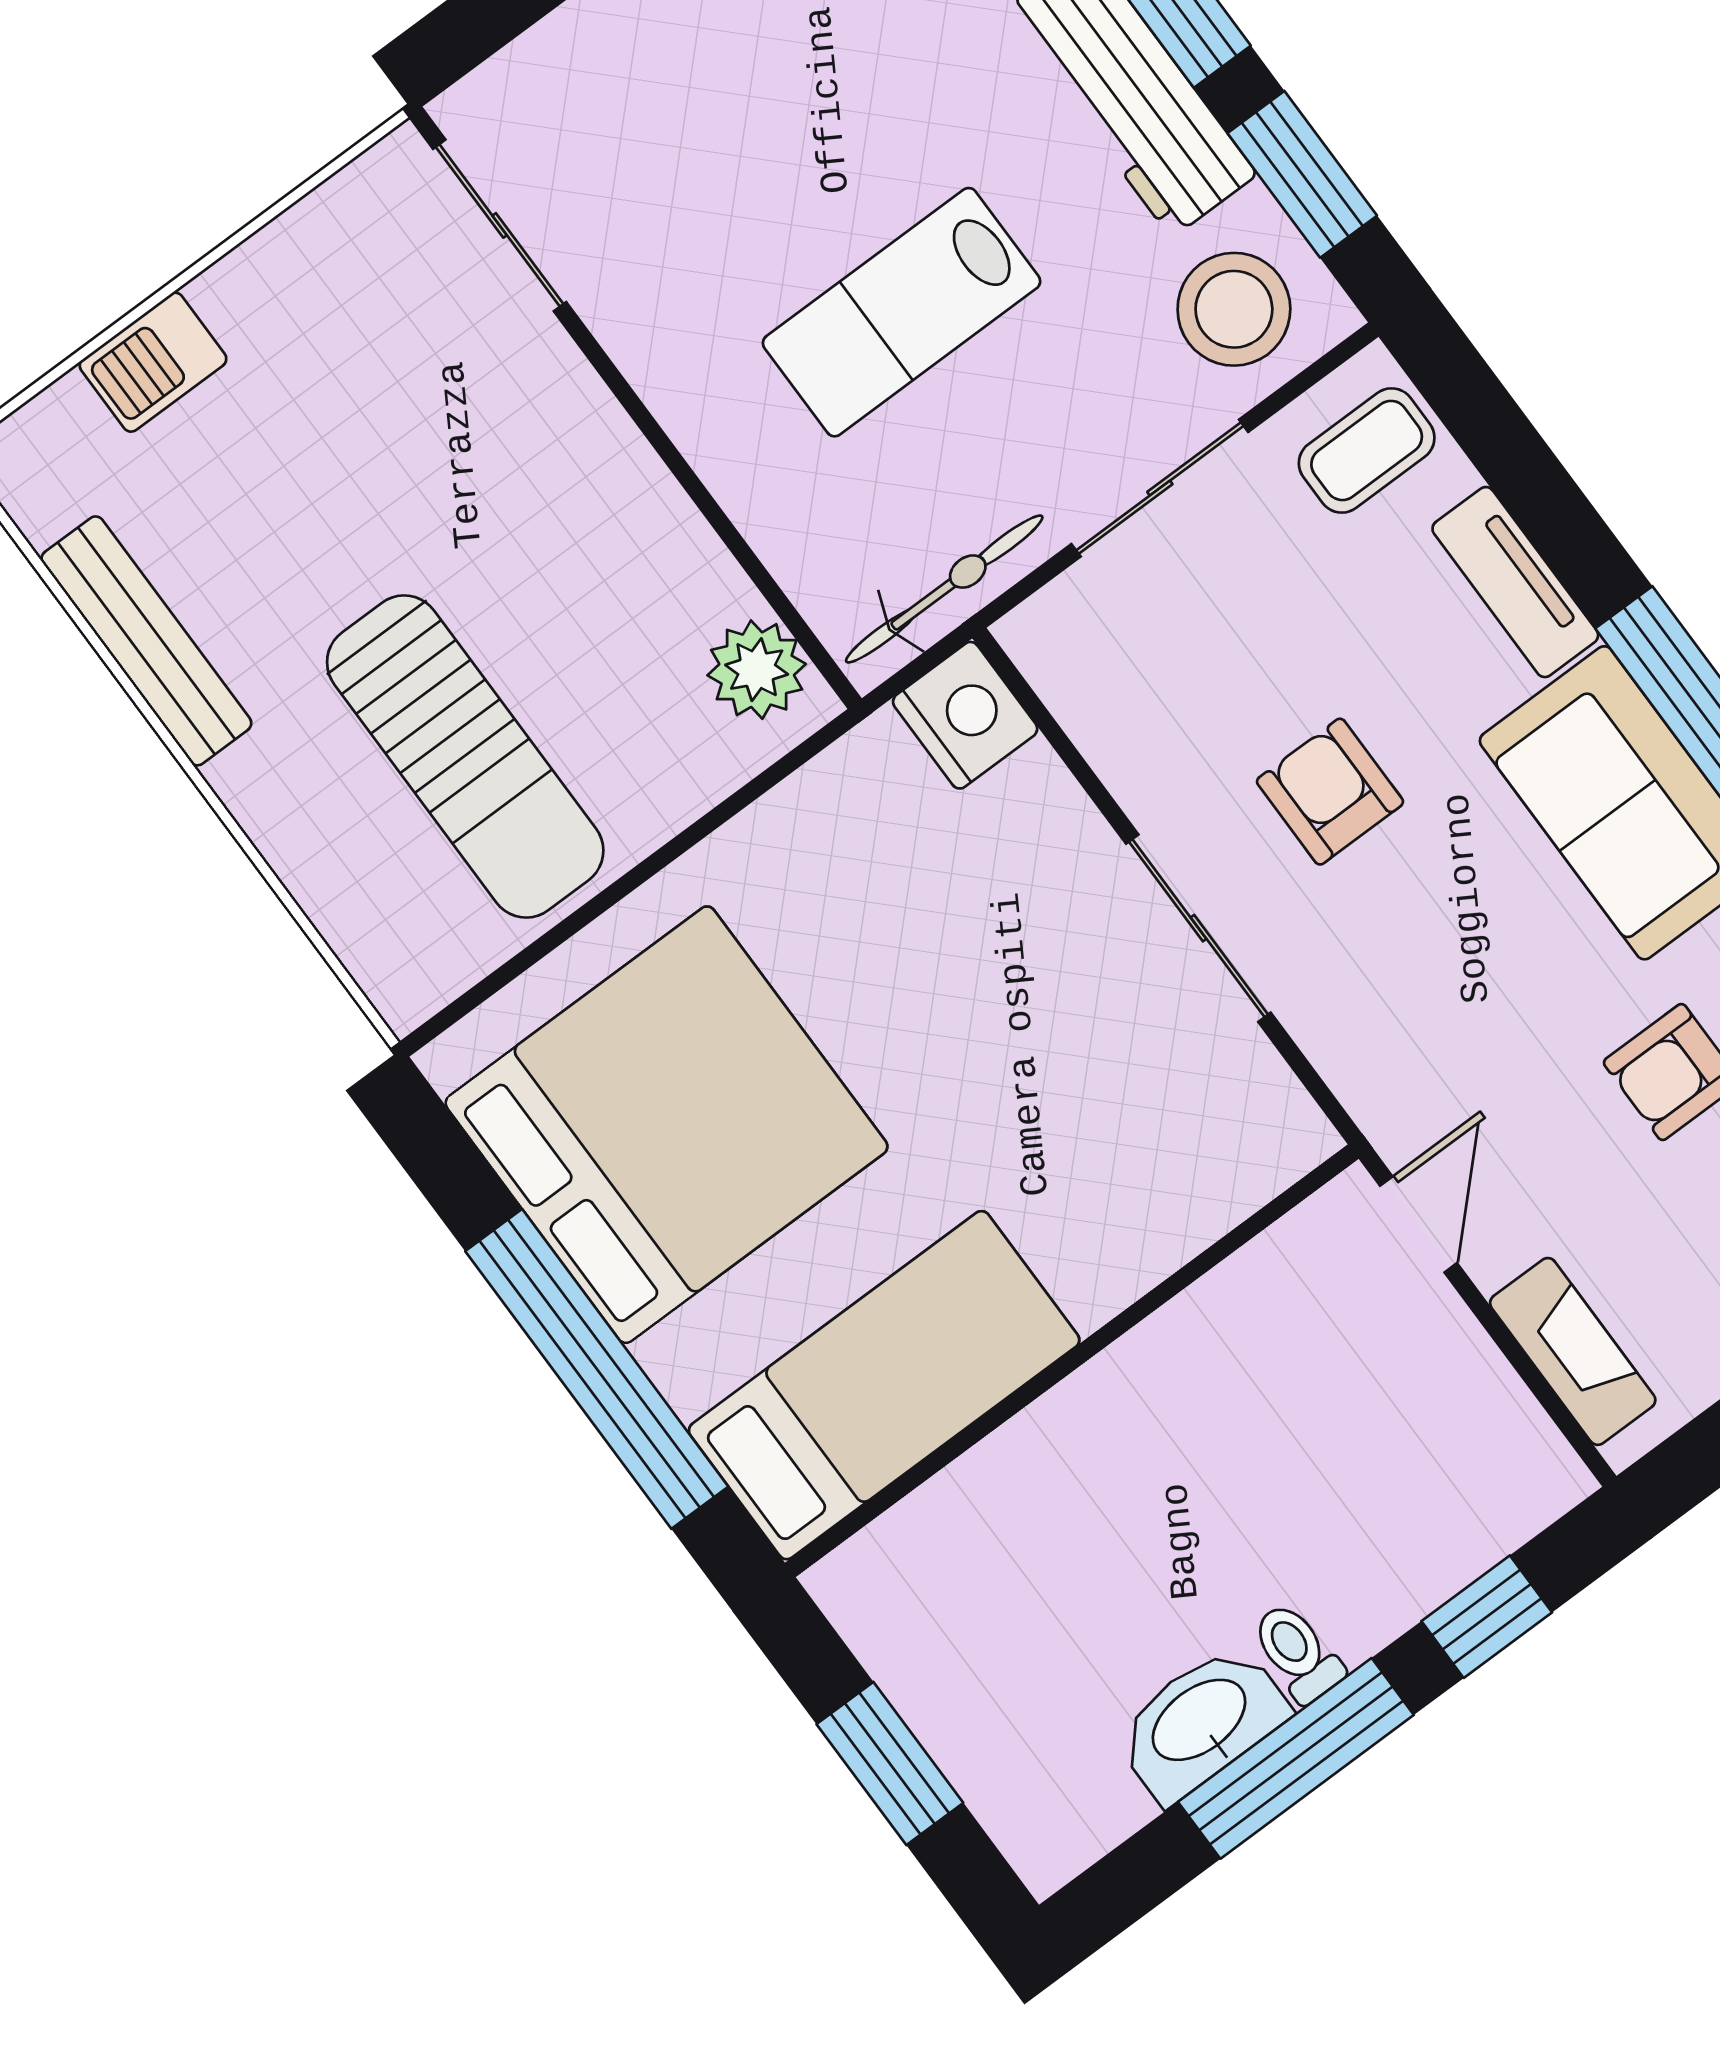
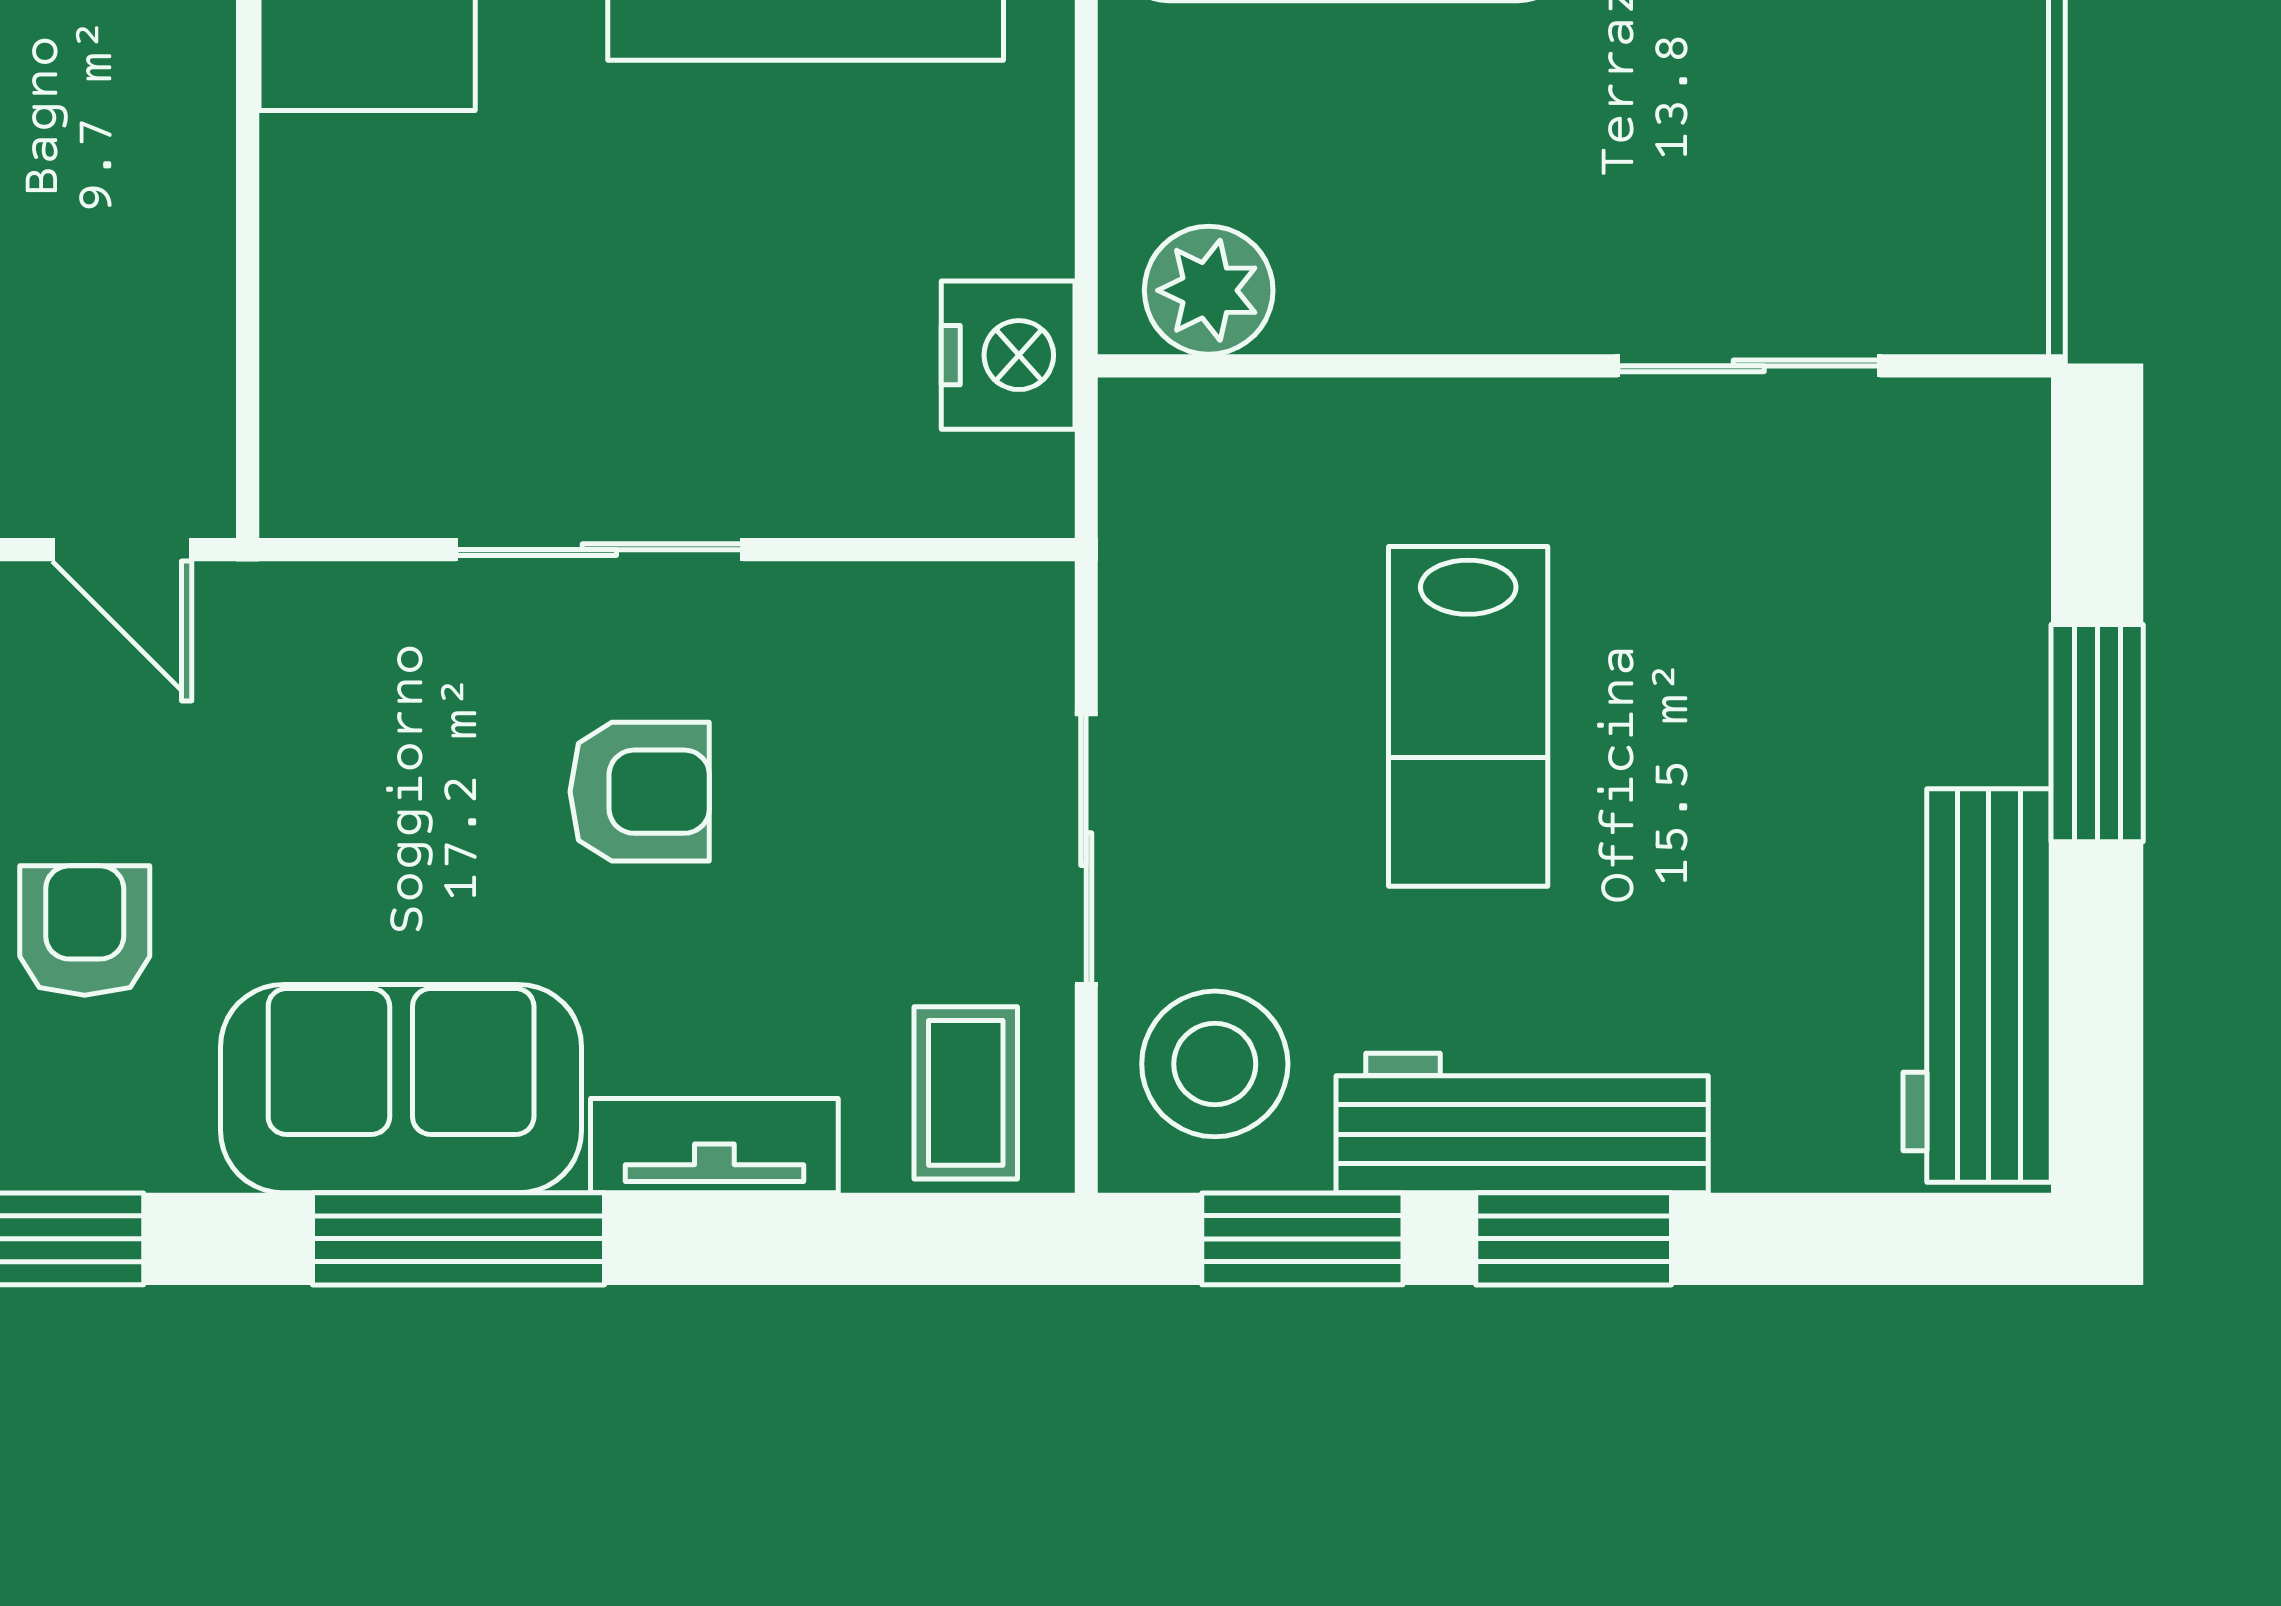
sliding door: (500, 225) -> (1749, 366), moved
lab bench: (902, 312) -> (1468, 716), turned 180
bicycle: (944, 589) -> (1148, 547), removed
nightstand: (965, 715) -> (1008, 355), moved, turned -90

